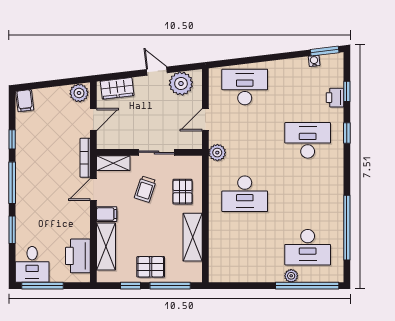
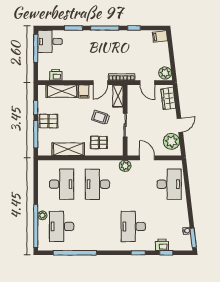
desk: (308, 140) -> (133, 226), turned 180
door: (93, 189) -> (100, 83), swing flipped
desk: (245, 247) -> (62, 184), added
printer: (78, 256) -> (56, 75), width x0.53, depth x0.68
pallet: (151, 267) -> (48, 121), turned 90

